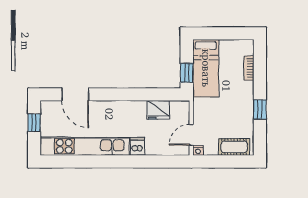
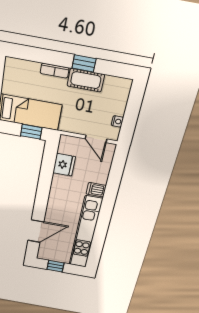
bookcase: (249, 68) -> (55, 71), moved
cot: (234, 147) -> (86, 80), moved, turned 90
nightstand: (198, 151) -> (117, 121), moved

